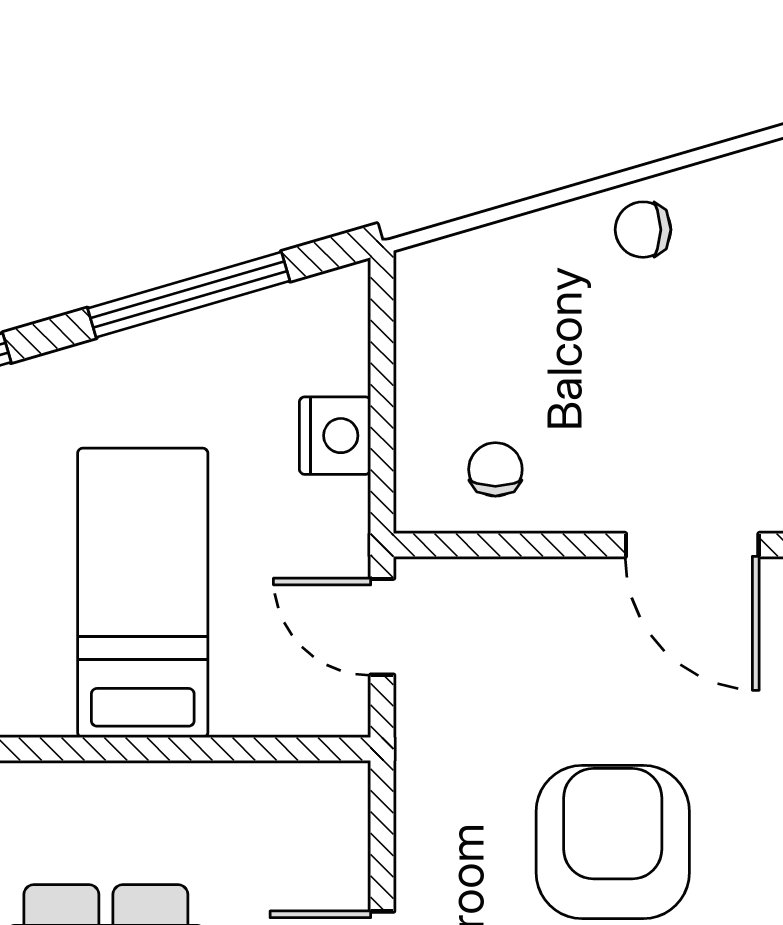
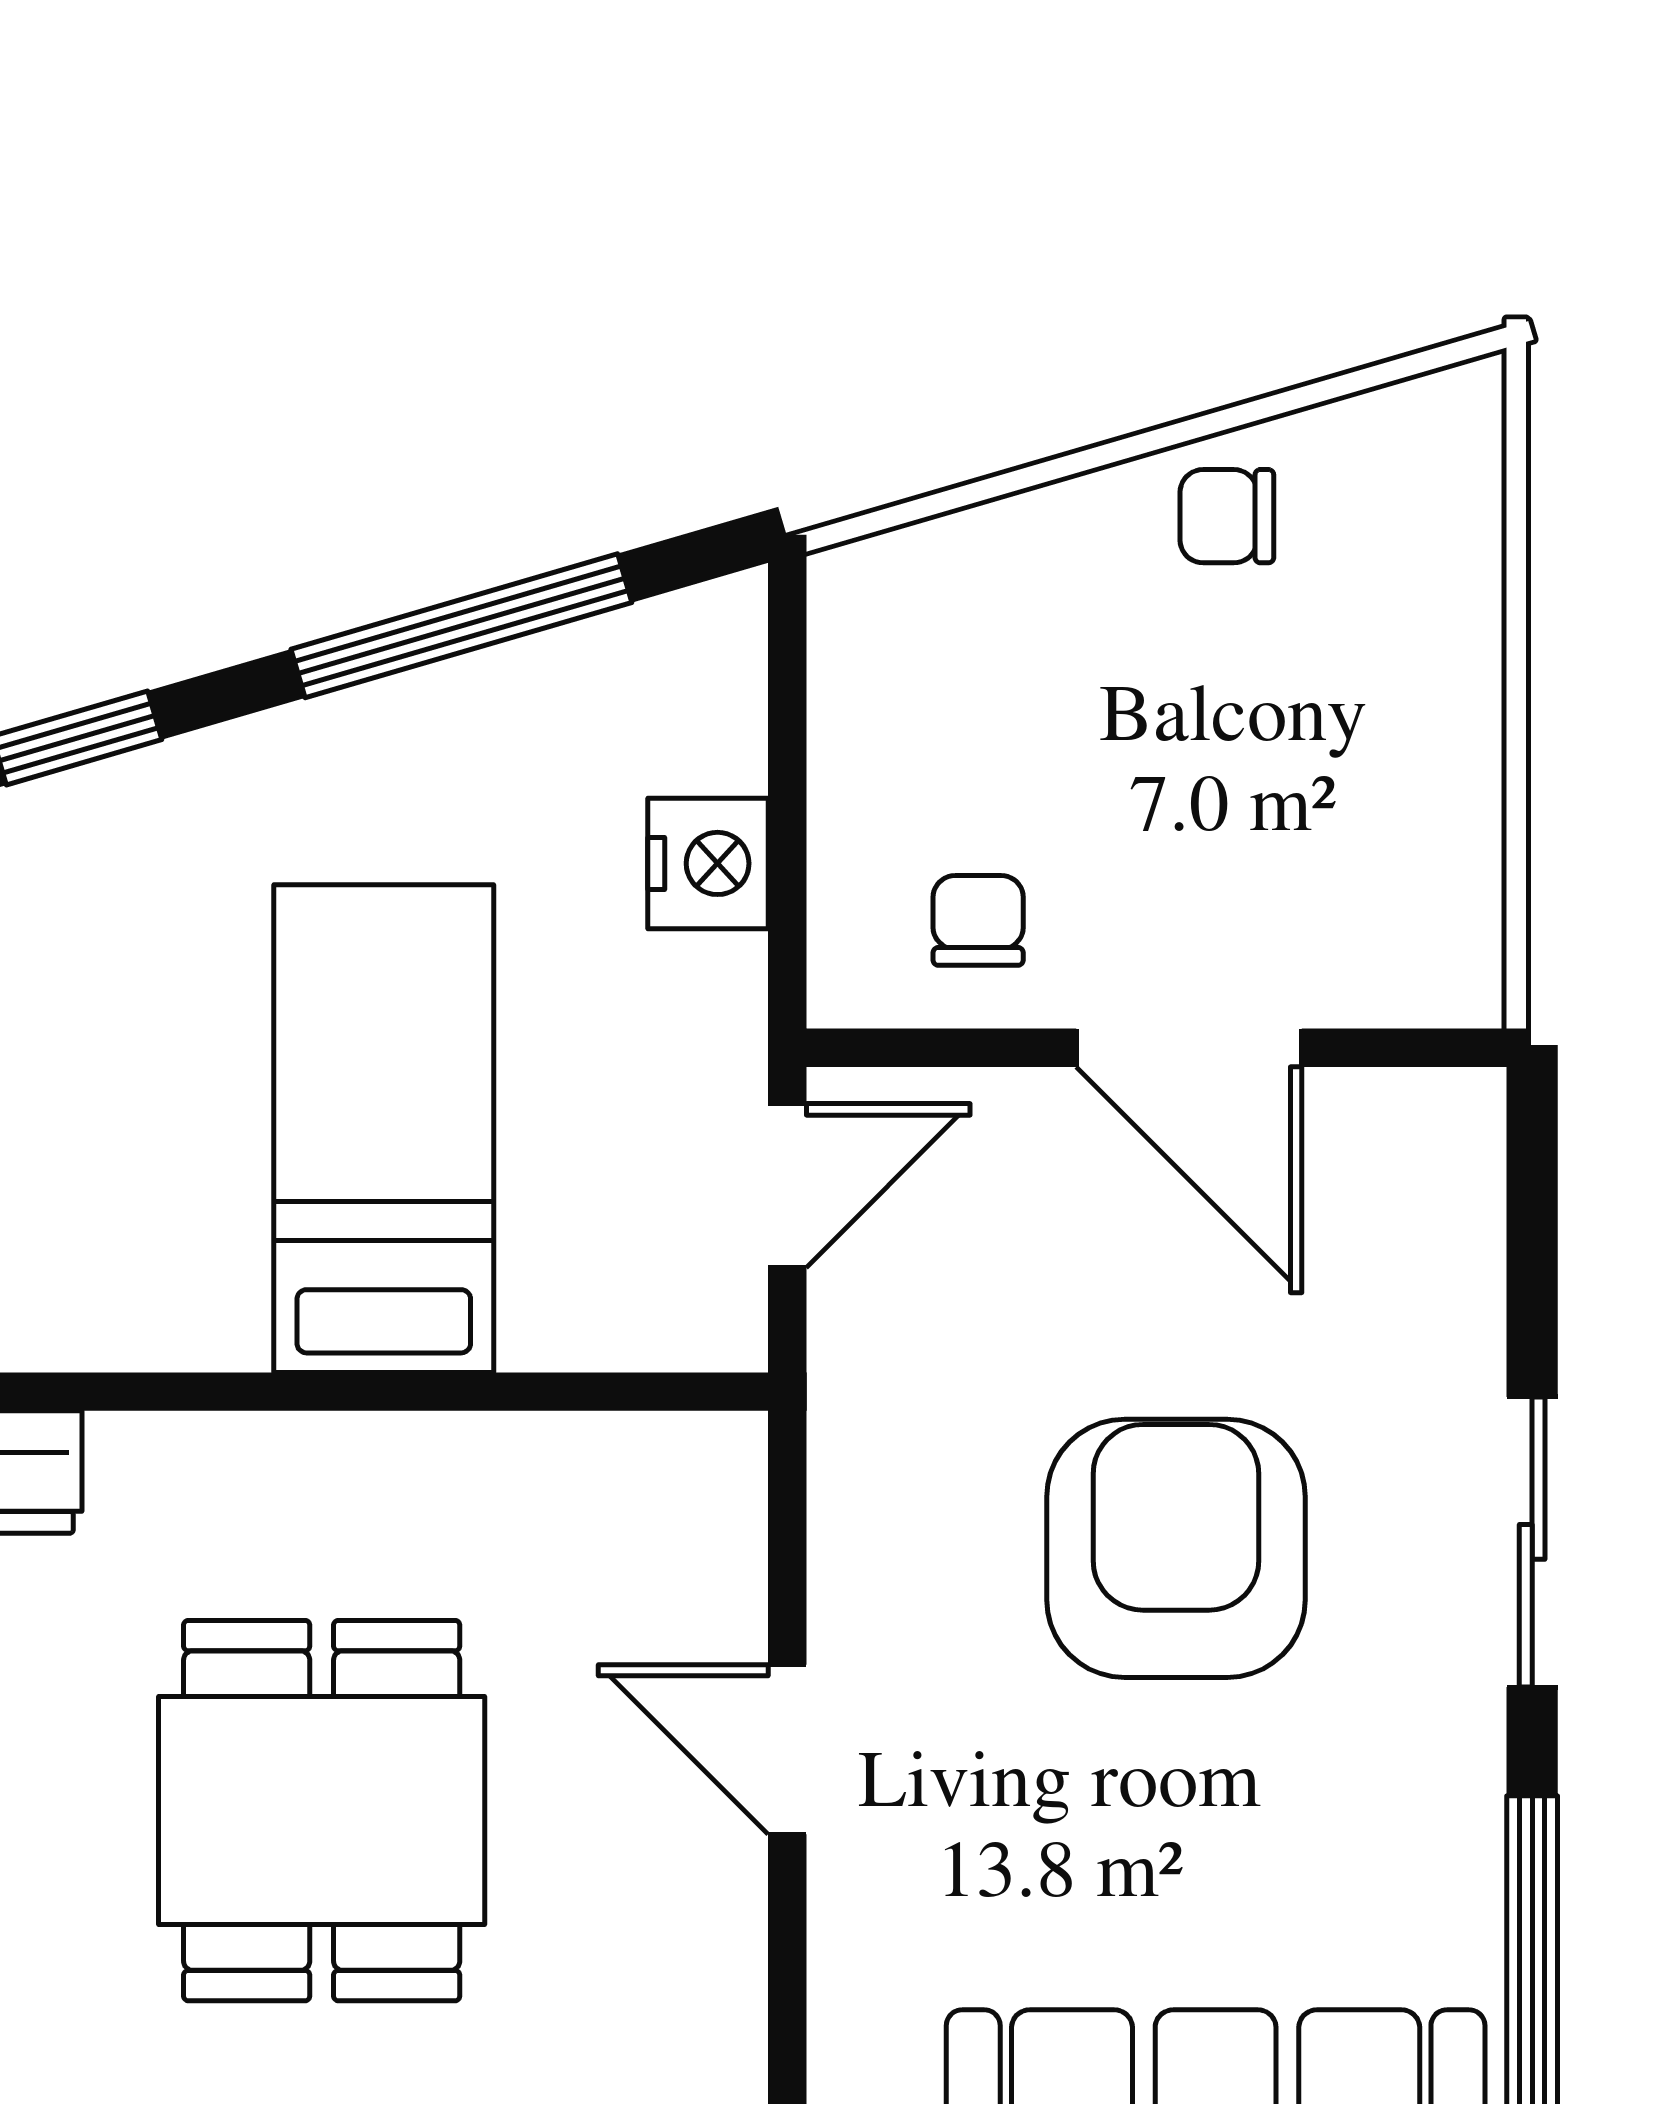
door: (692, 545) -> (1189, 1048), moved
door: (382, 627) -> (787, 1186), swing flipped

